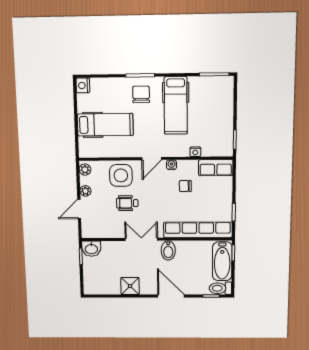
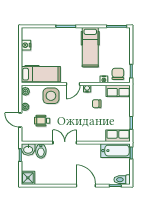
nightstand: (83, 86) -> (26, 45), moved
chair: (141, 94) -> (118, 74), moved
hospital bed: (105, 125) -> (41, 74), moved
wheelchair: (127, 203) -> (42, 121), moved
door: (79, 209) -> (20, 120), hinge flipped
row of seats: (198, 230) -> (118, 136), width x0.50
bidet: (168, 250) -> (41, 151), moved
bathtub: (222, 261) -> (116, 151), moved, turned -90
shower: (130, 286) -> (28, 178), moved

